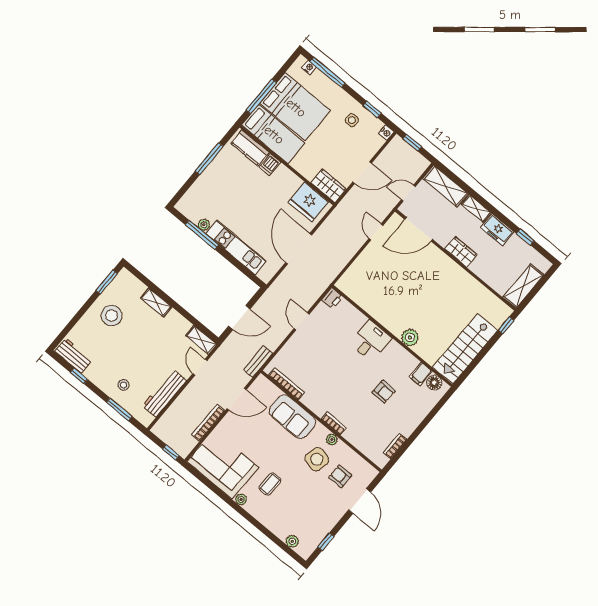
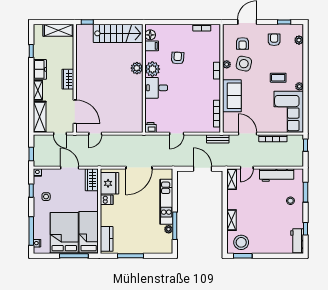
dishwasher: (270, 165) -> (107, 200), moved
stool: (112, 316) -> (241, 242), moved
plant: (395, 354) -> (152, 69), added
armchair: (315, 514) -> (274, 40), added

